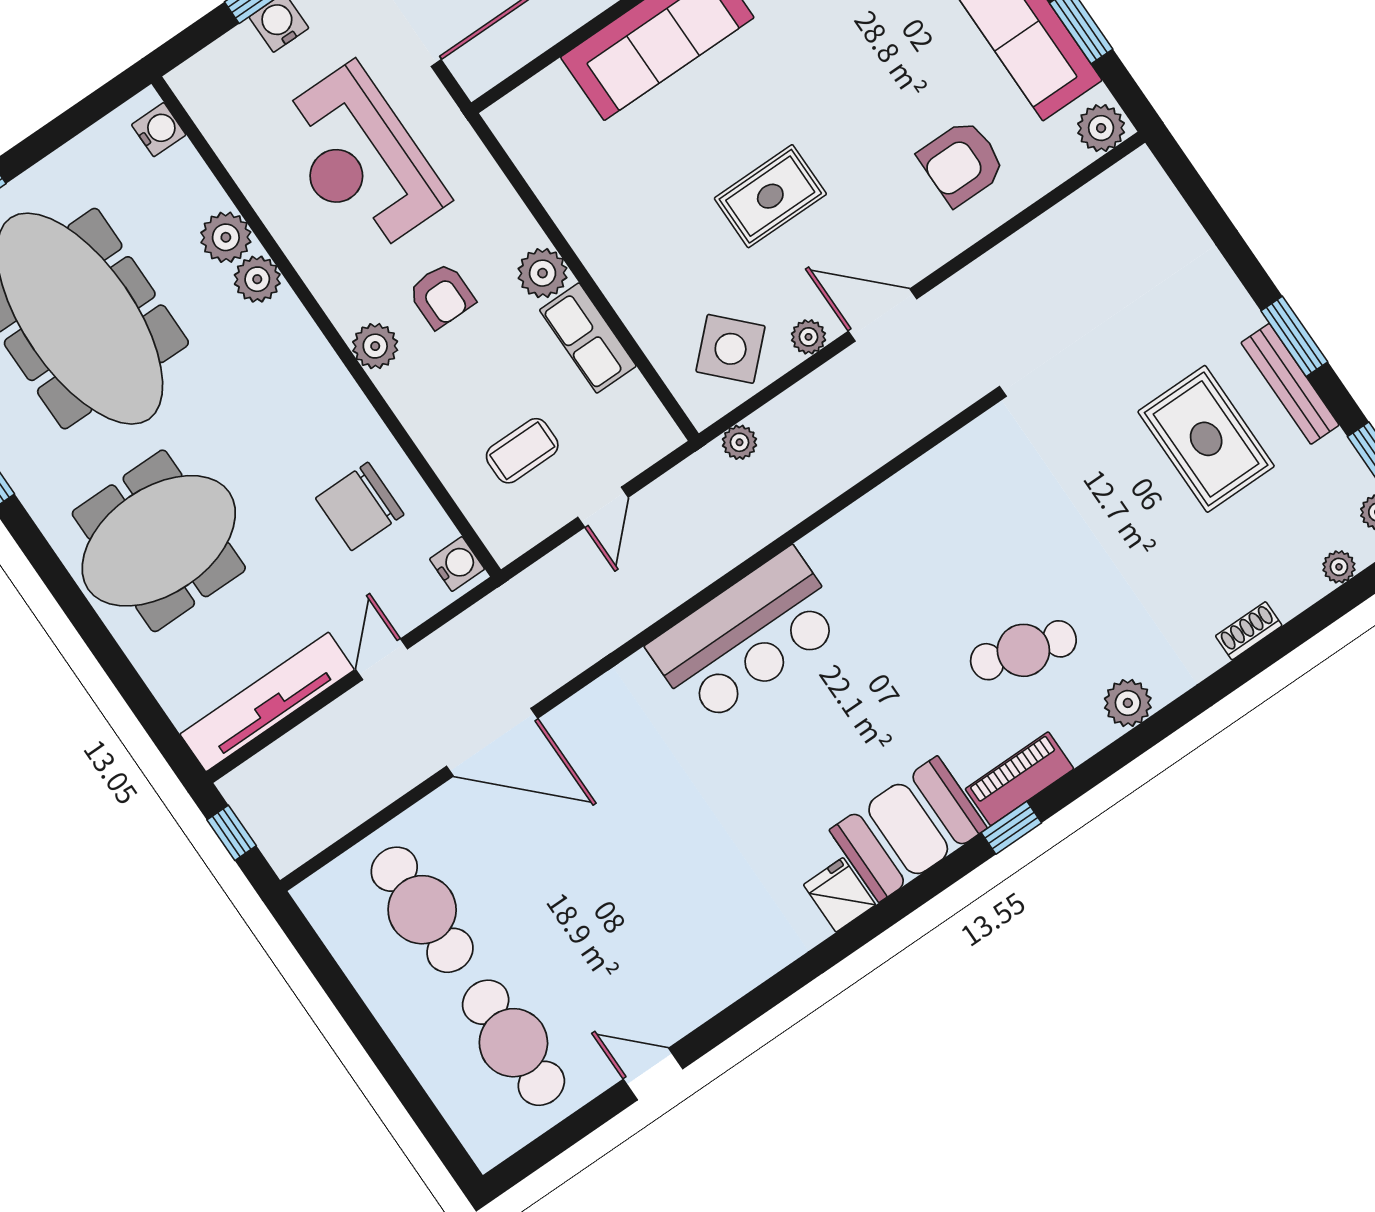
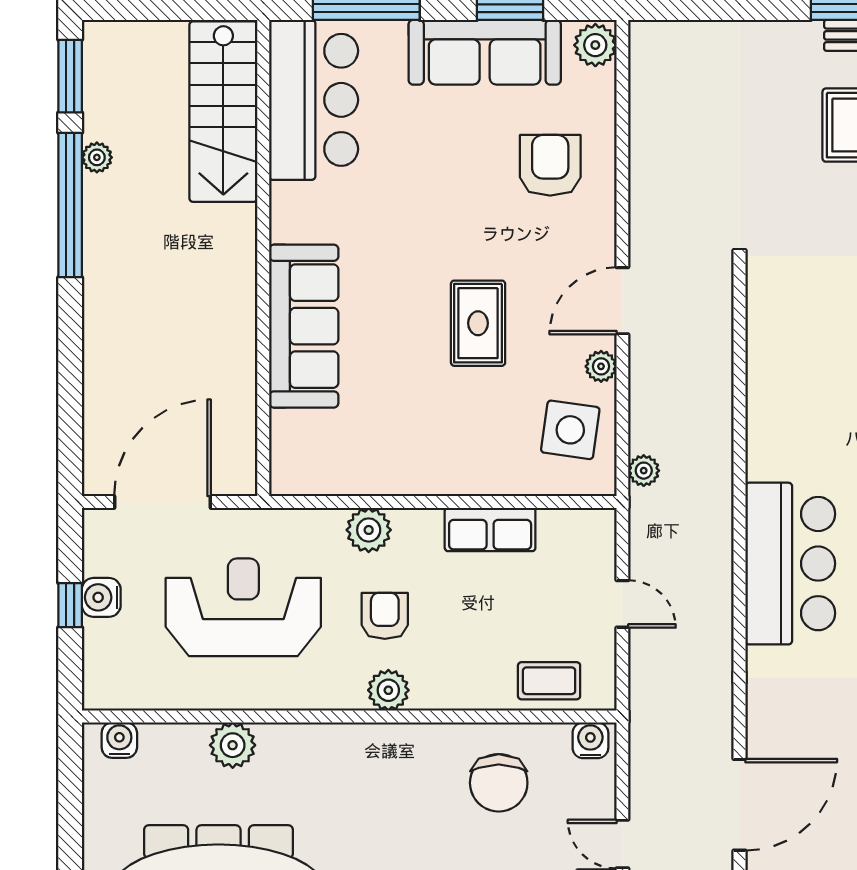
reception desk: (360, 160) -> (243, 607), turned 180
armchair: (962, 163) -> (550, 165), turned 180
plant: (543, 273) -> (369, 530), moved
plant: (257, 279) -> (279, 743), removed
armchair: (442, 296) -> (385, 616), turned -90
side table: (731, 349) -> (570, 430), turned -38
coffee table: (522, 451) -> (549, 681), moved, turned 90

